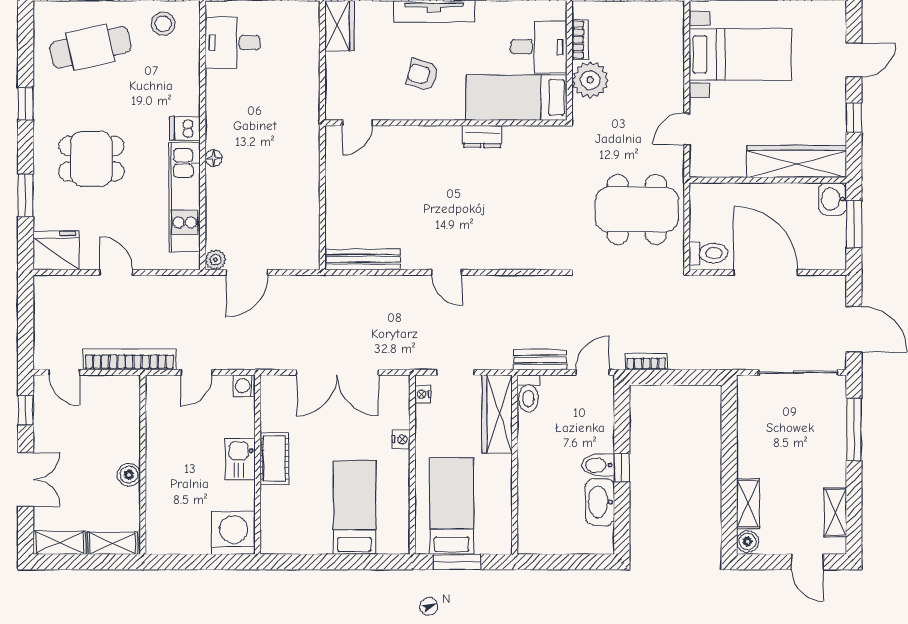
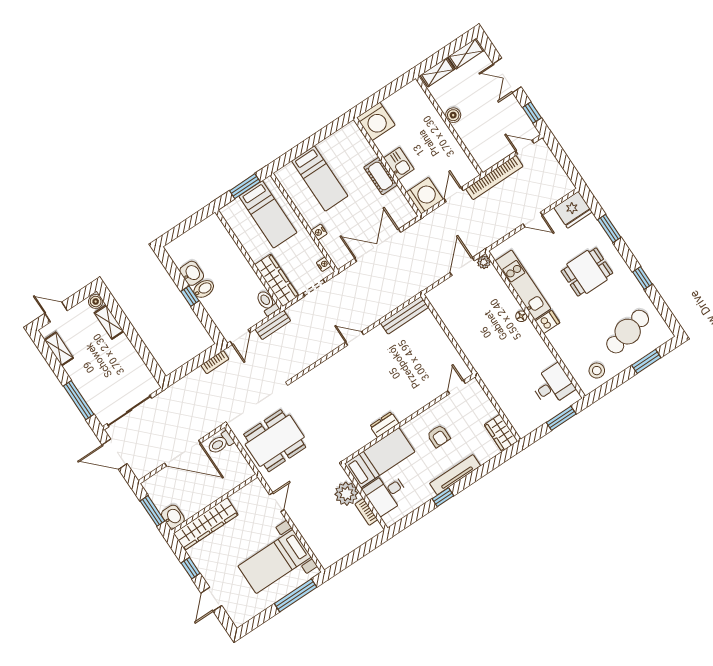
armchair: (422, 75) -> (439, 436), turned 74
washing machine: (244, 386) -> (425, 196), width x1.89, depth x1.89
washbasin: (600, 502) -> (192, 273), width x0.72

